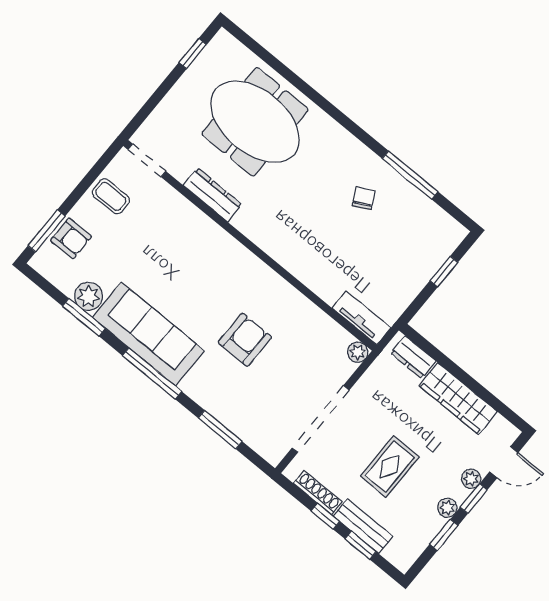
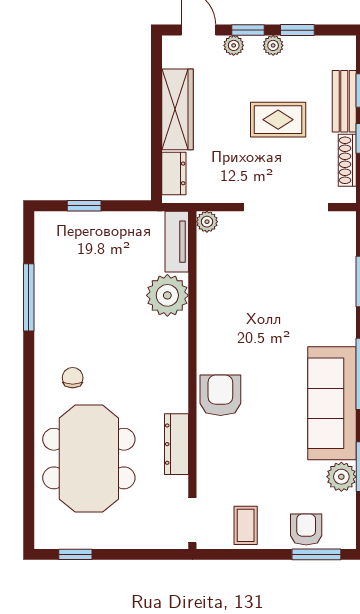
chair: (364, 198) -> (73, 378), moved, turned 118
plant: (327, 278) -> (167, 295), added
armchair: (245, 340) -> (220, 395), moved, turned 90

